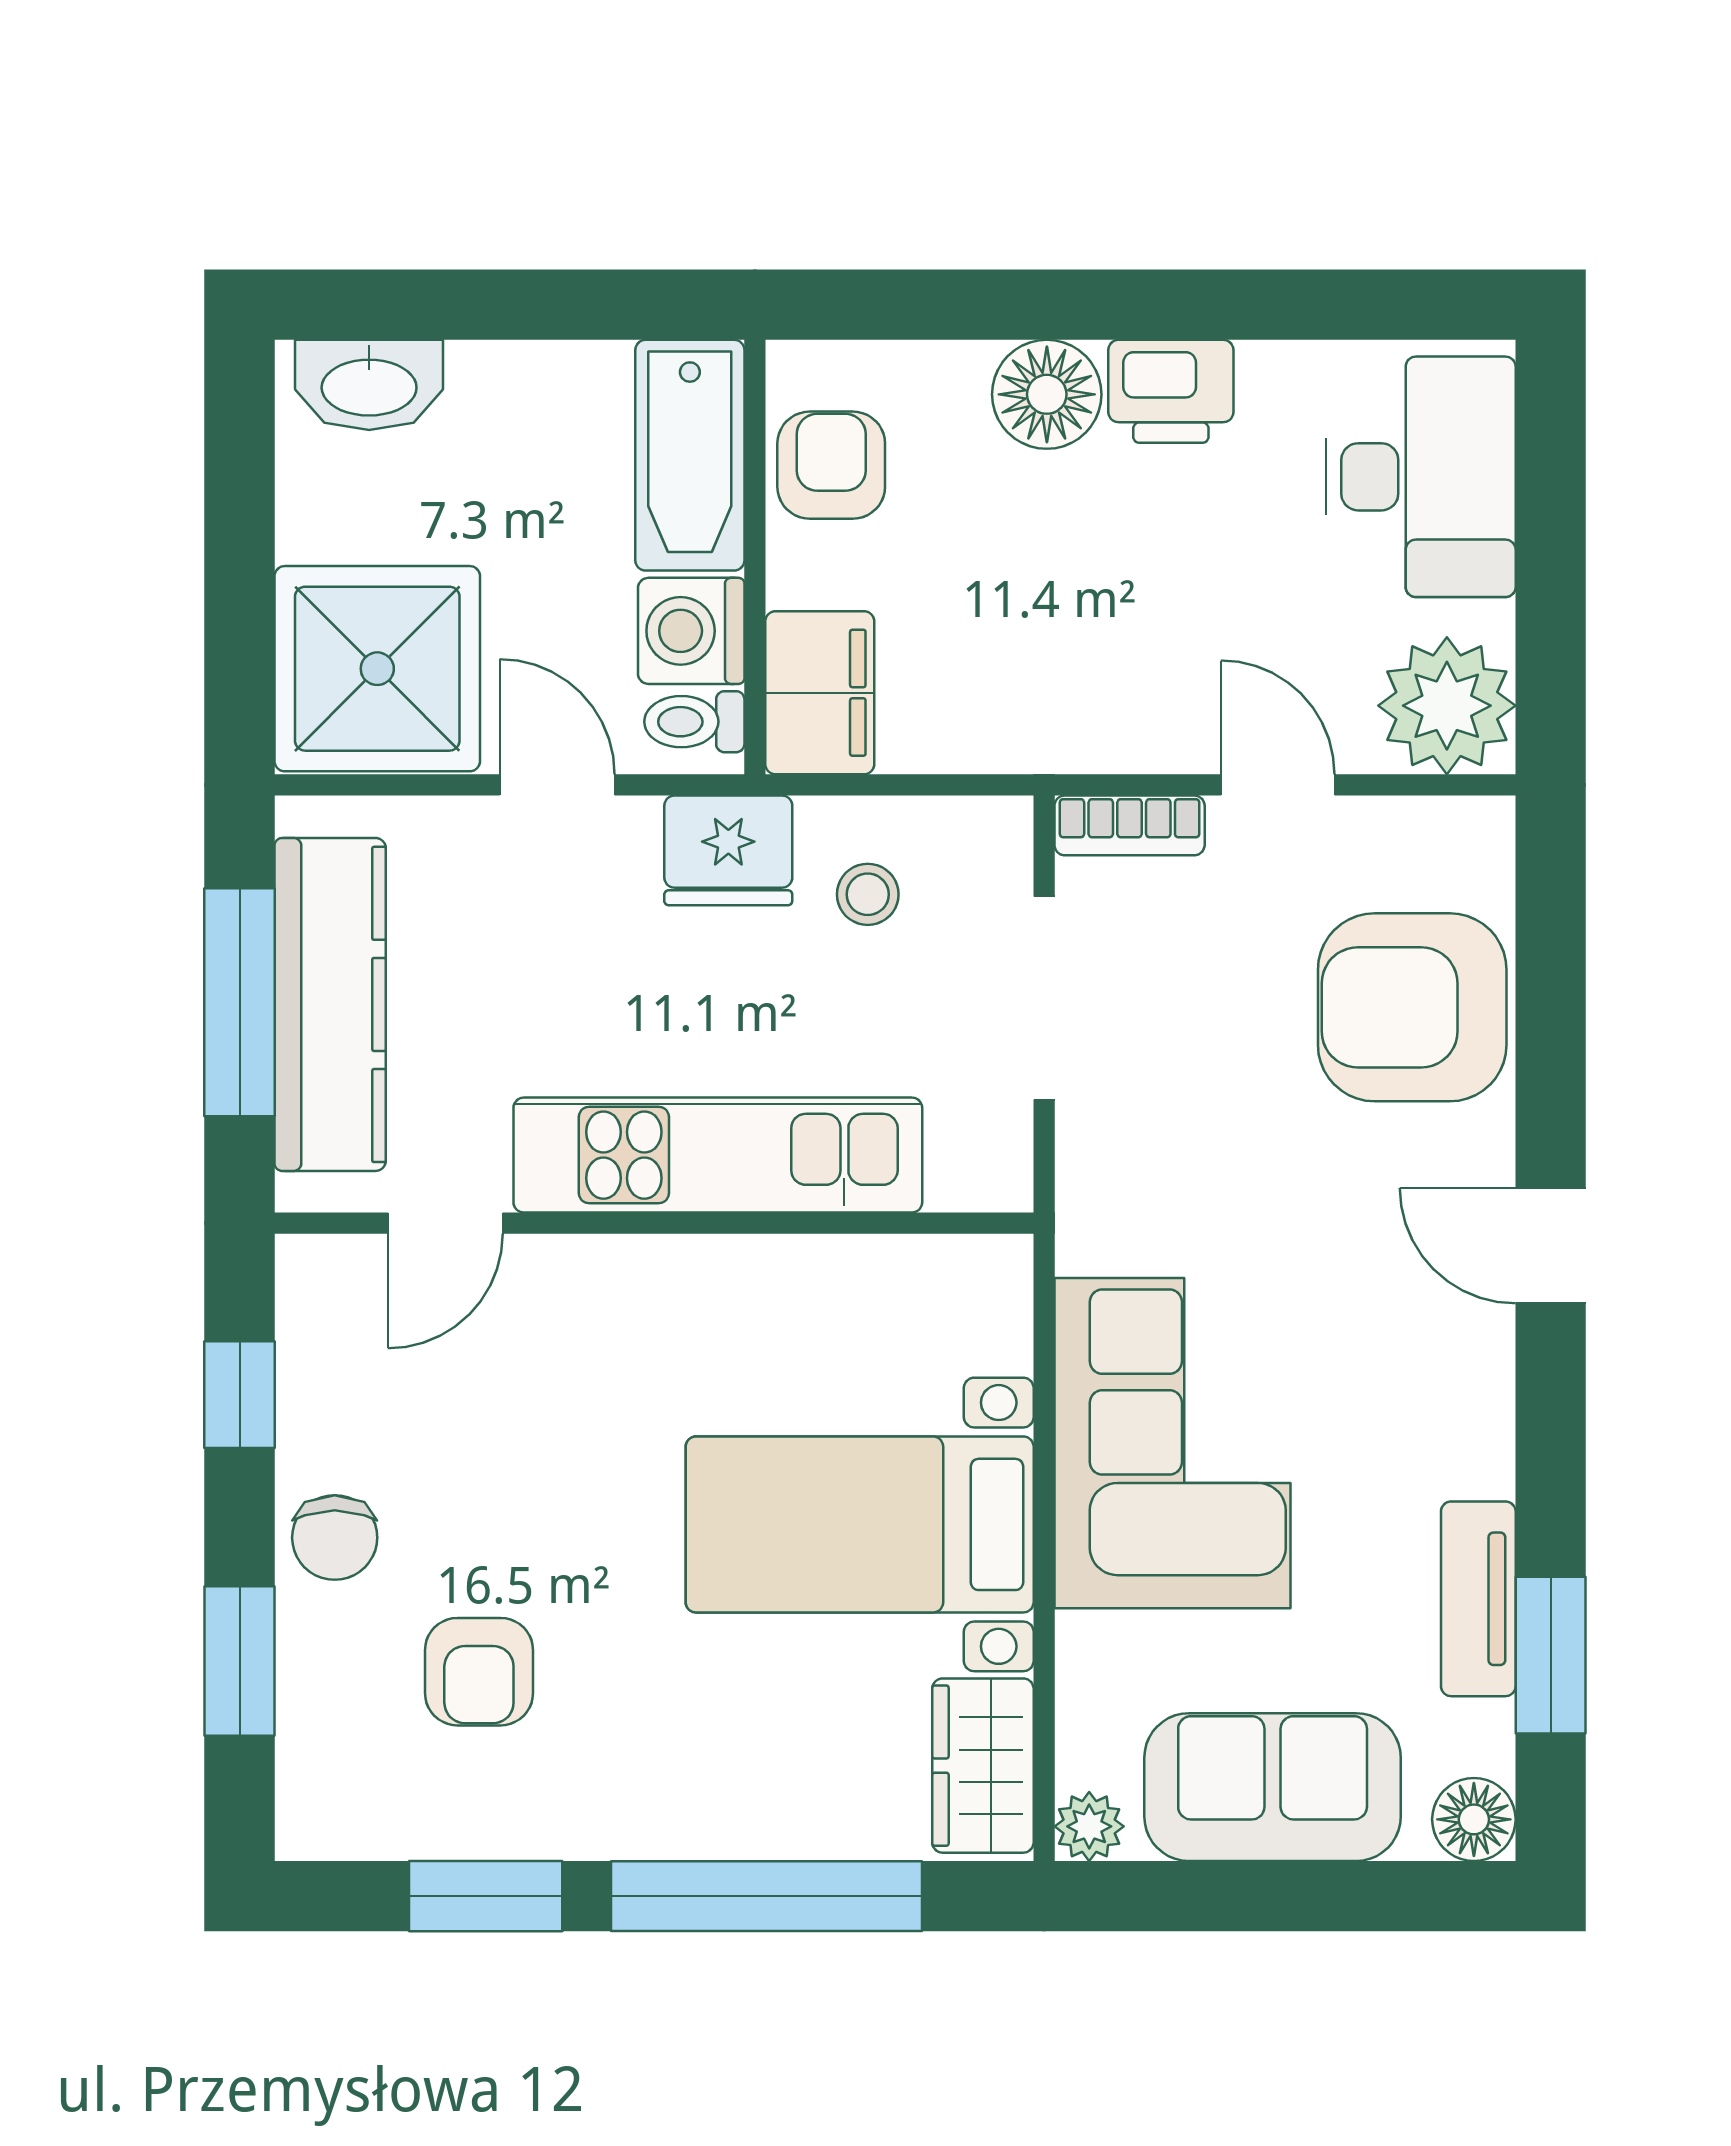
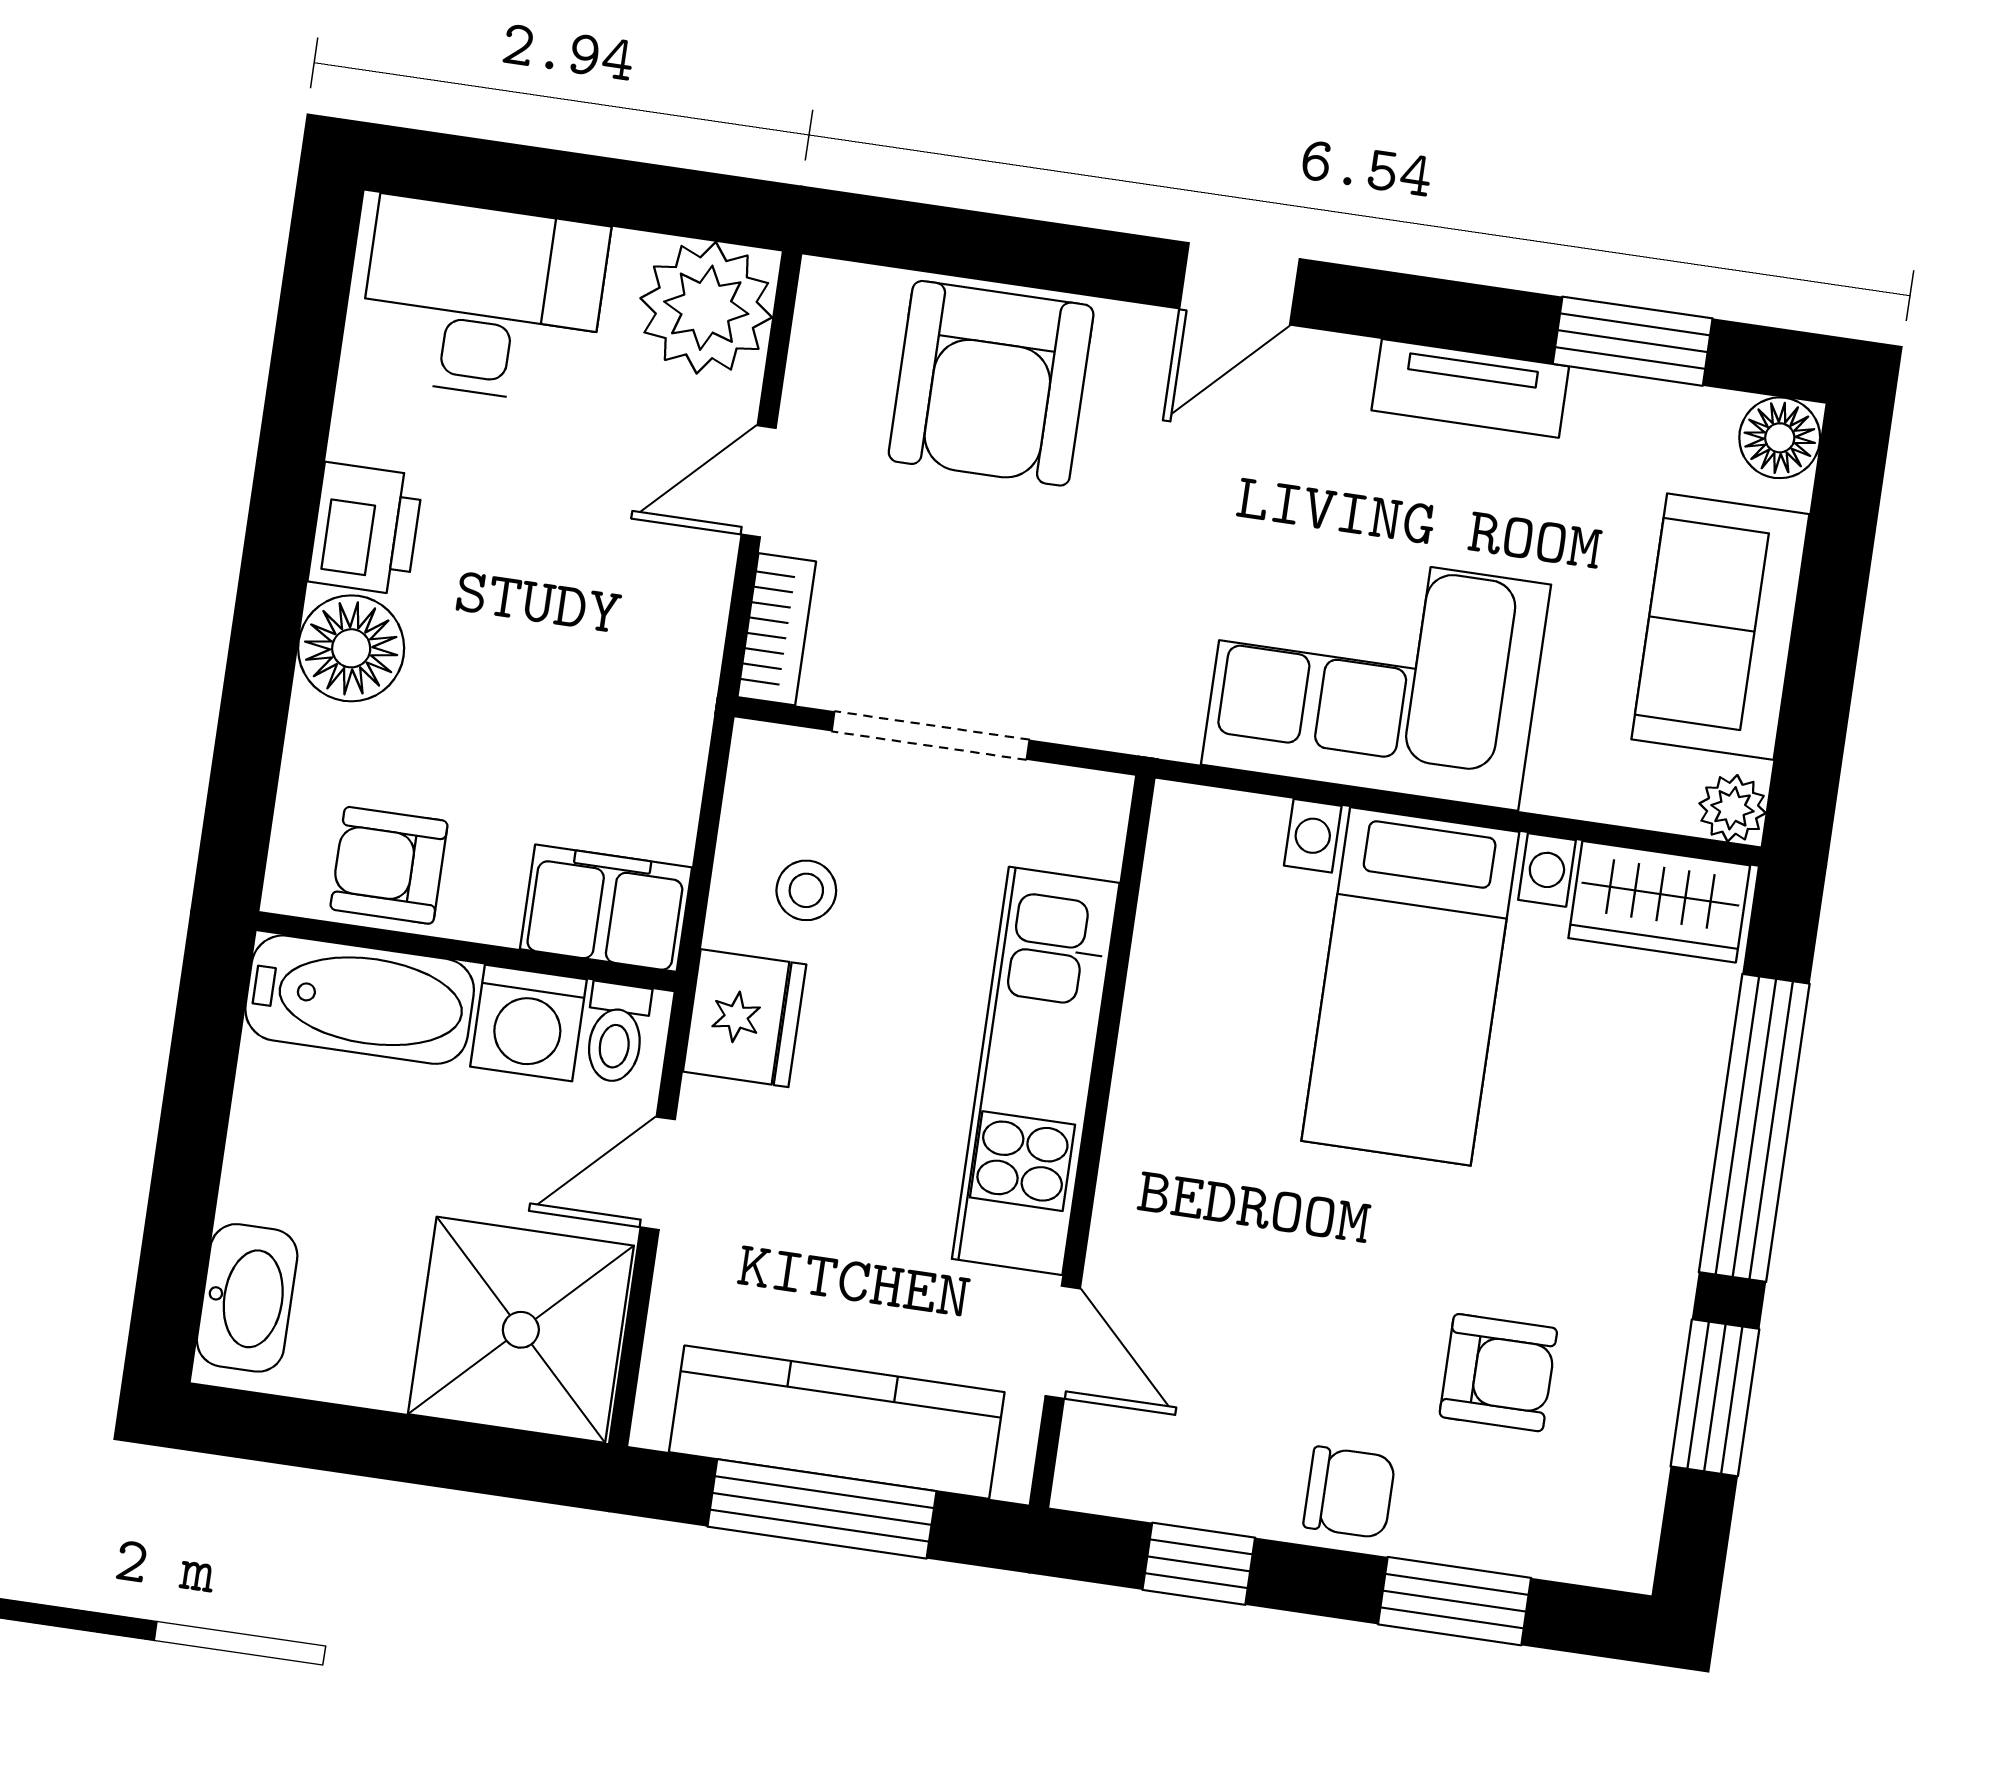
tv unit: (1478, 1599) -> (1470, 388), moved

